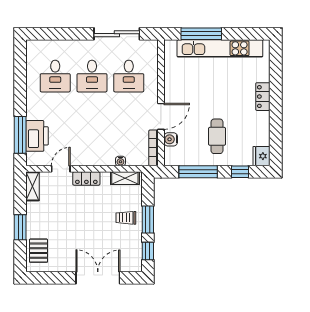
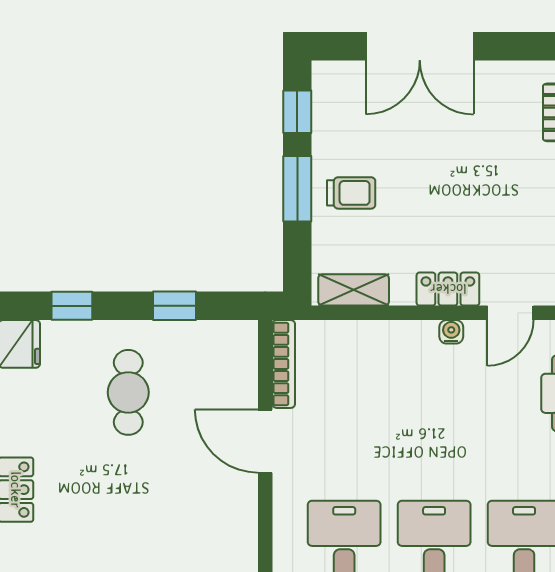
door: (161, 116) -> (265, 441), hinge flipped
water cooler: (171, 139) -> (242, 385), removed
water cooler: (120, 161) -> (451, 332), moved
window: (198, 172) -> (174, 306), width x0.46

